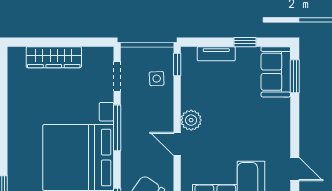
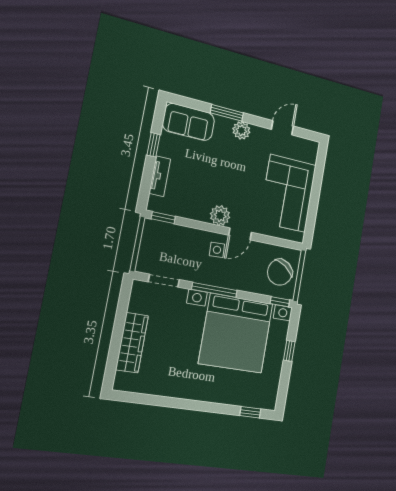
window: (295, 76) -> (227, 113), moved
side table: (157, 79) -> (217, 250), moved
plant: (281, 126) -> (241, 130), added

